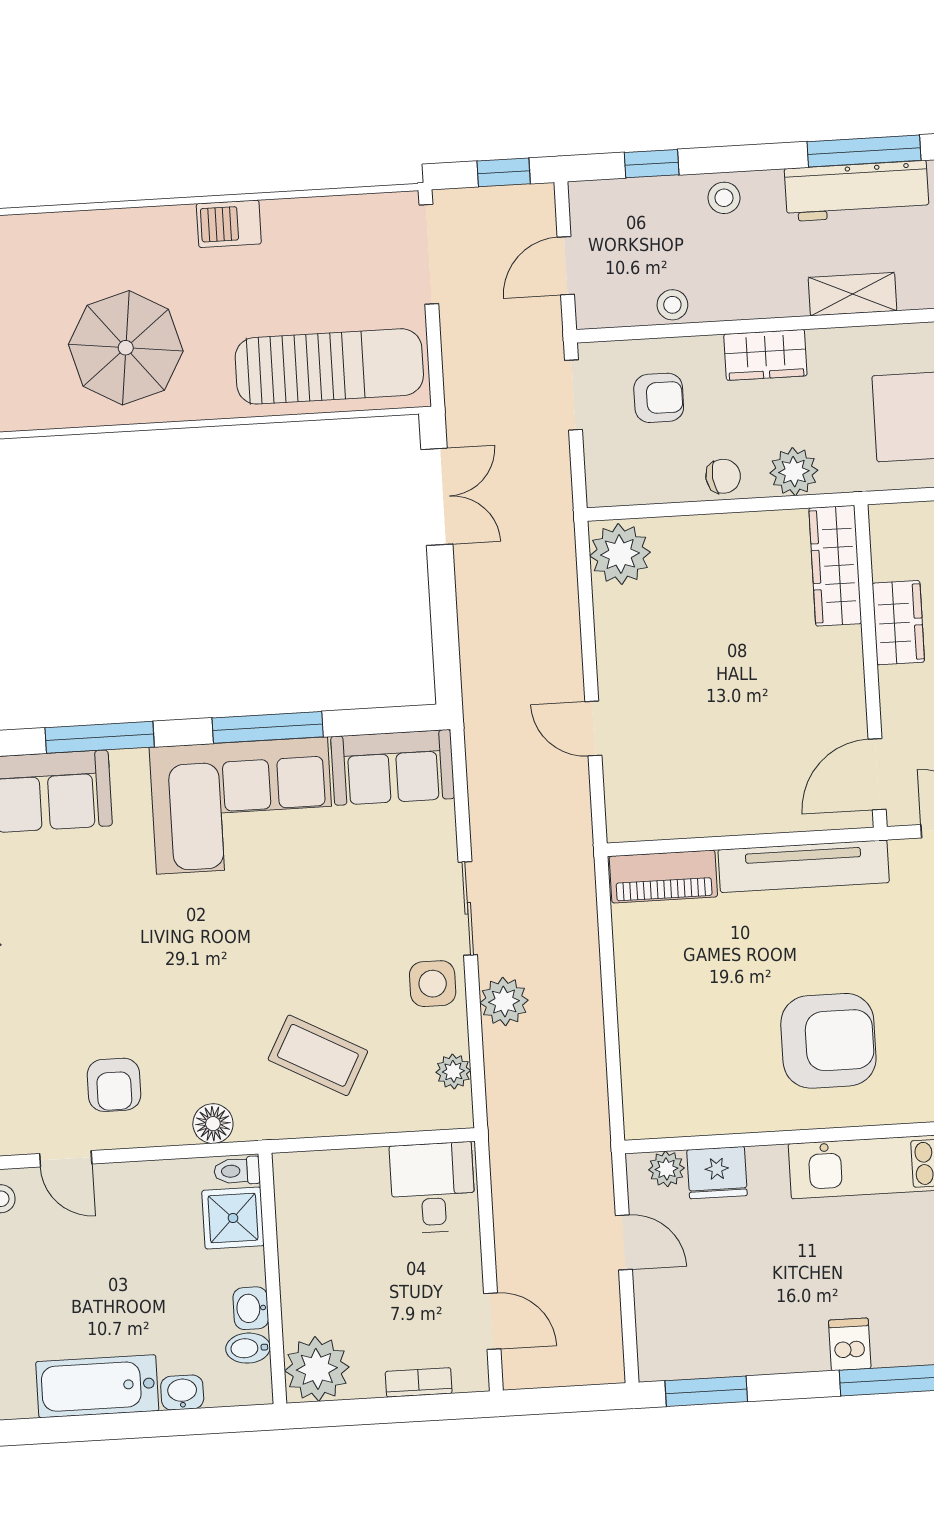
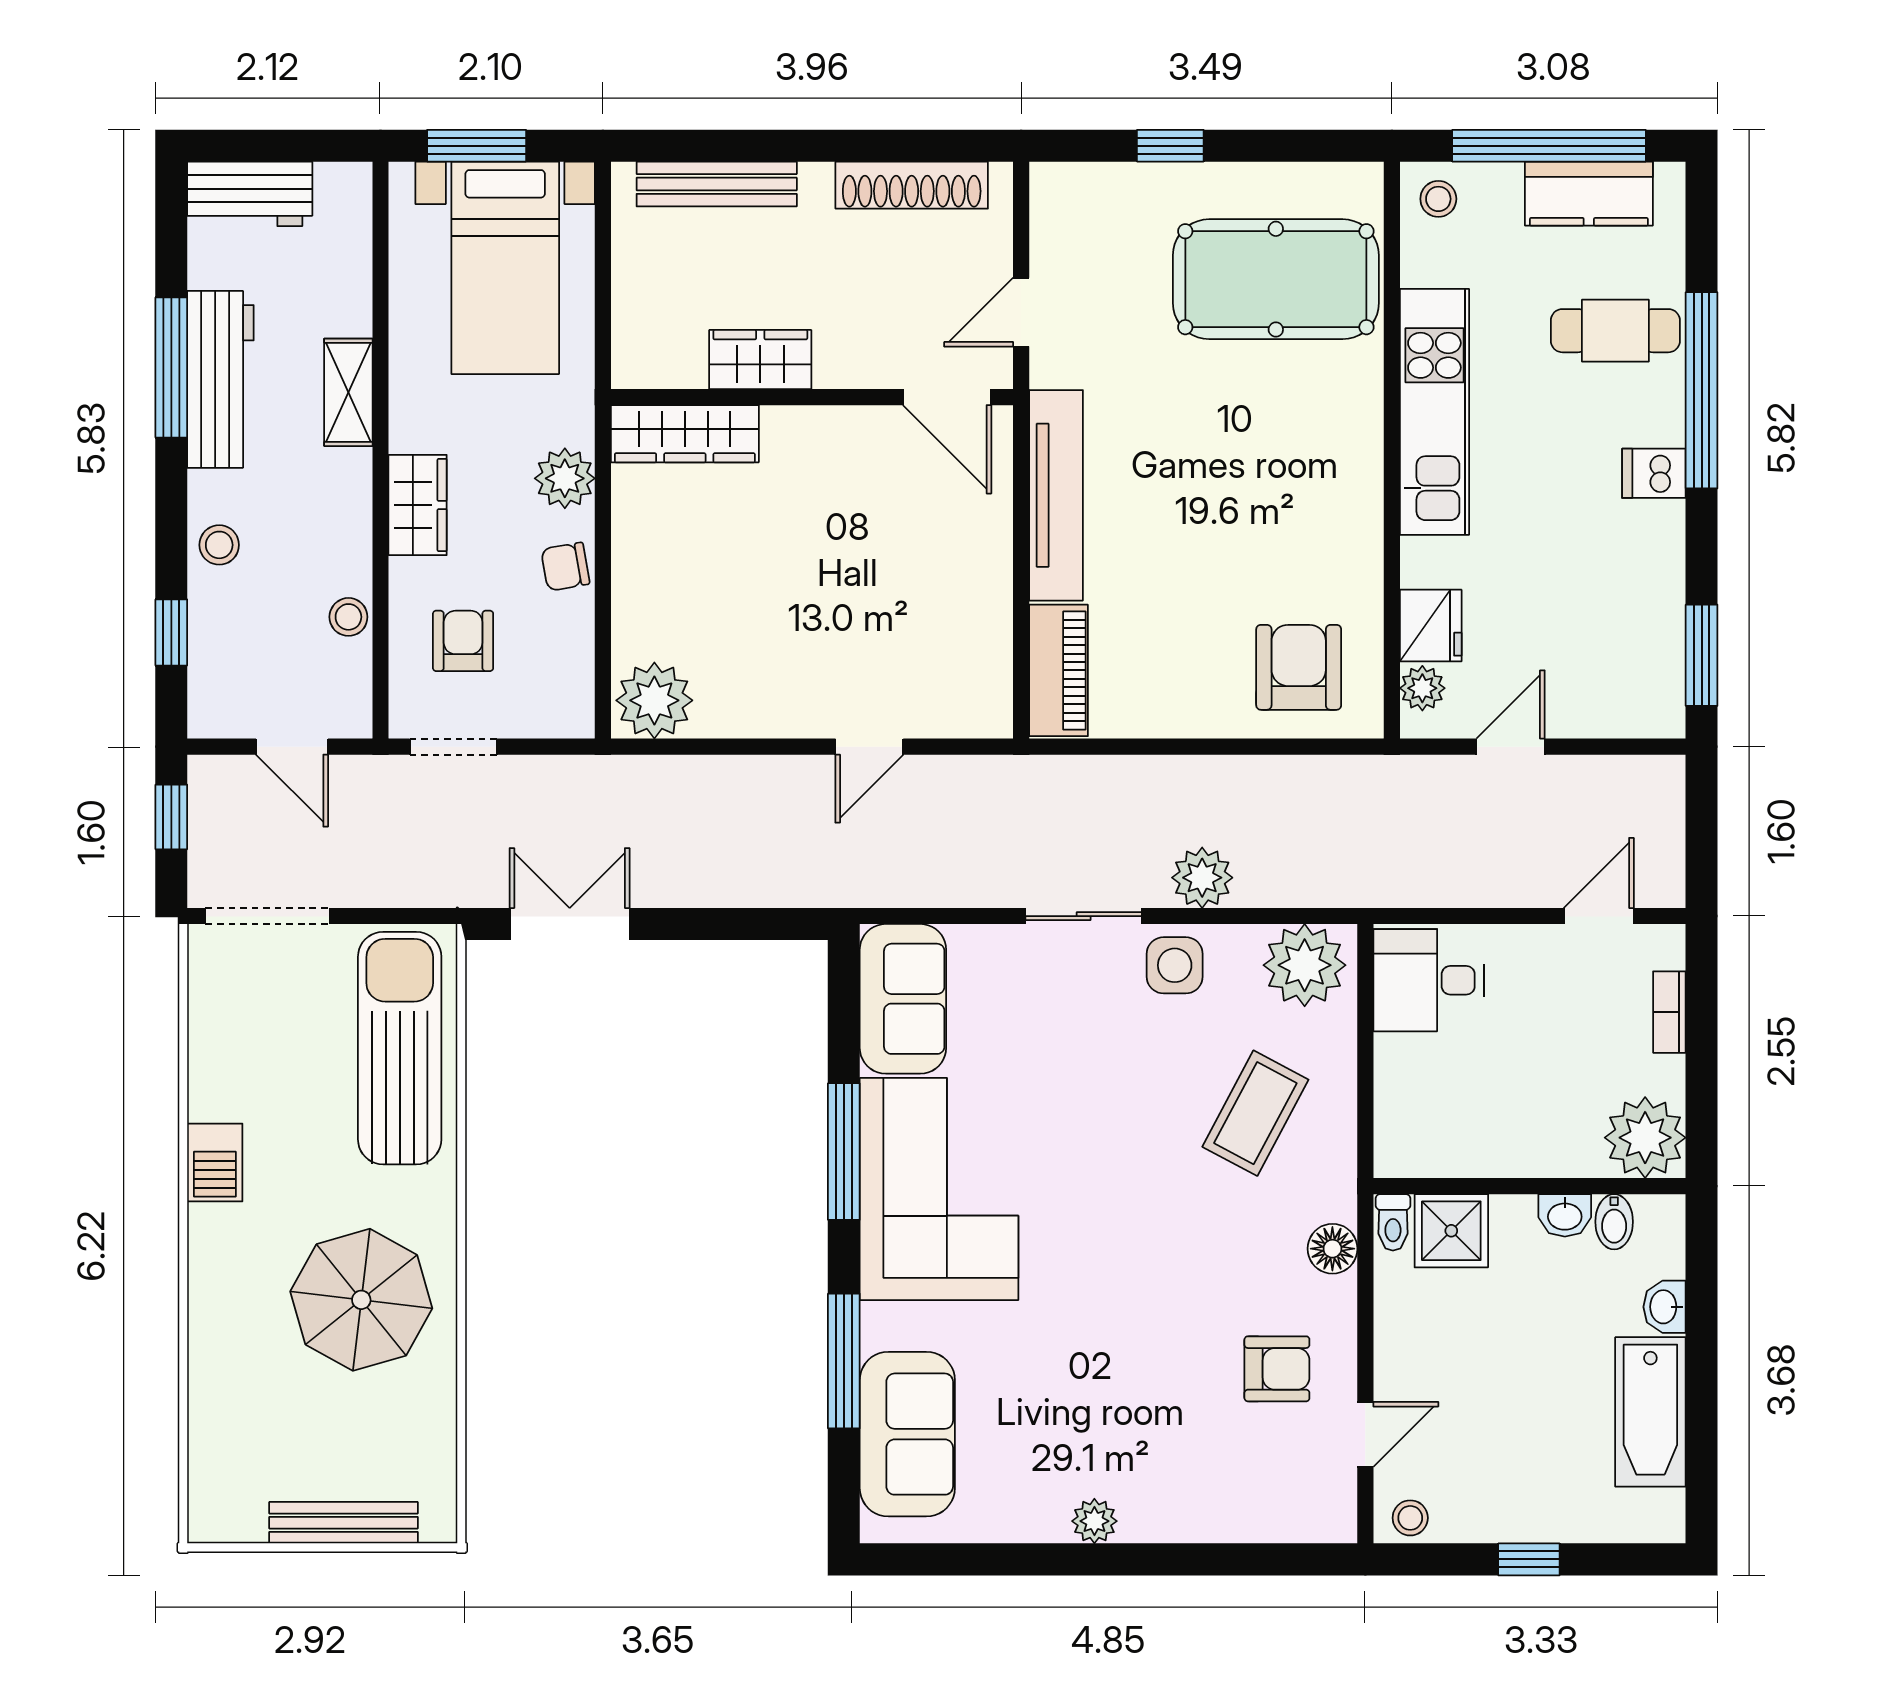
chair: (723, 476) -> (565, 567), turned -94
armchair: (828, 1041) -> (1299, 667), moved, width x0.73, depth x0.73
plant: (453, 1071) -> (1305, 965), width x1.88, depth x1.88

